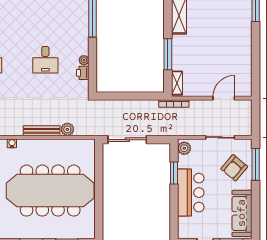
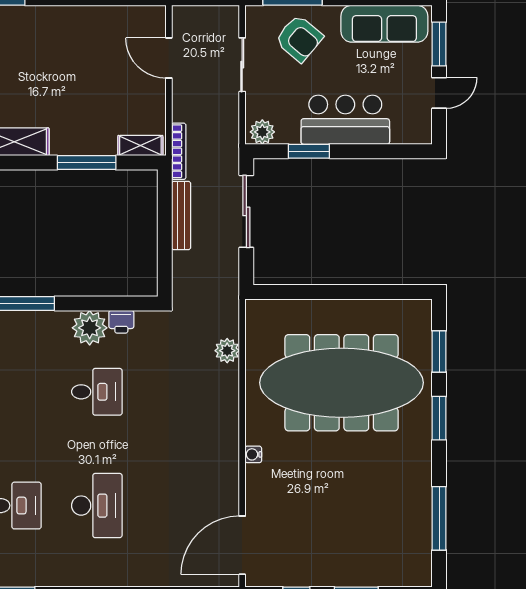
plant: (84, 60) -> (90, 328), width x1.88, depth x1.88
bench: (42, 131) -> (181, 215), moved
sliding door: (127, 140) -> (246, 211), moved
meeting table: (50, 191) -> (342, 383), turned 90

